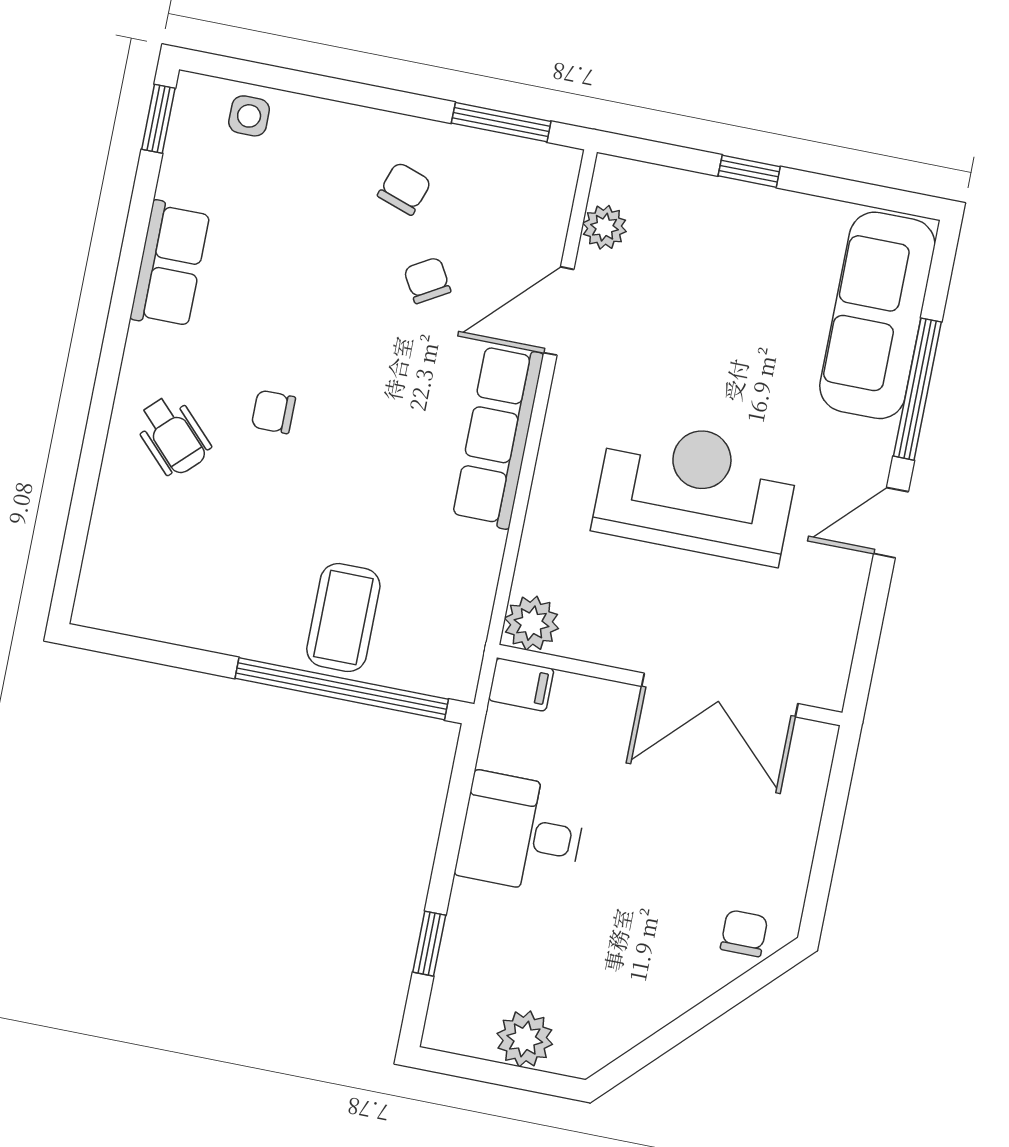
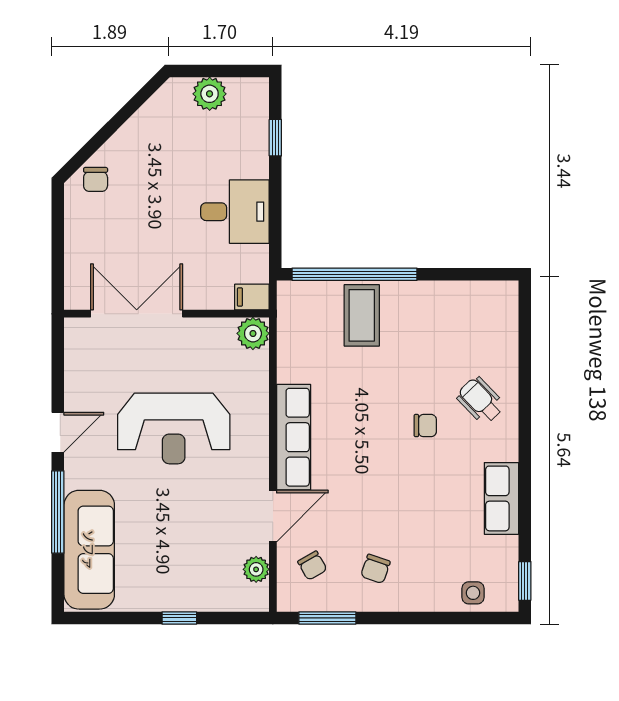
chair: (427, 280) -> (312, 566), moved

